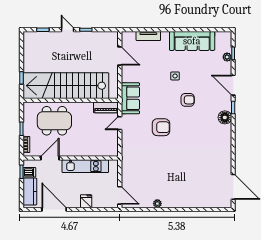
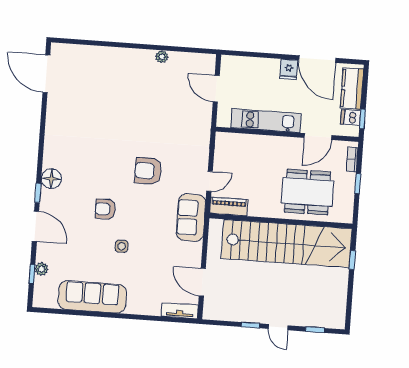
tv unit: (148, 36) -> (180, 311), moved
door: (120, 195) -> (216, 89), moved
fridge: (86, 201) -> (289, 69), moved

